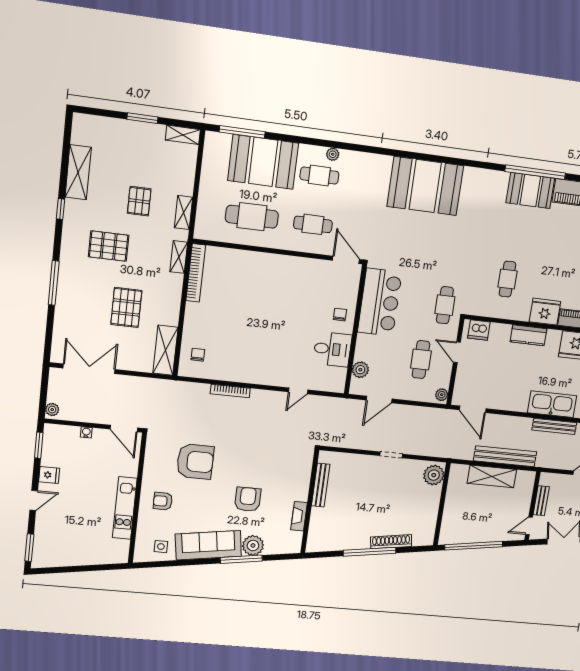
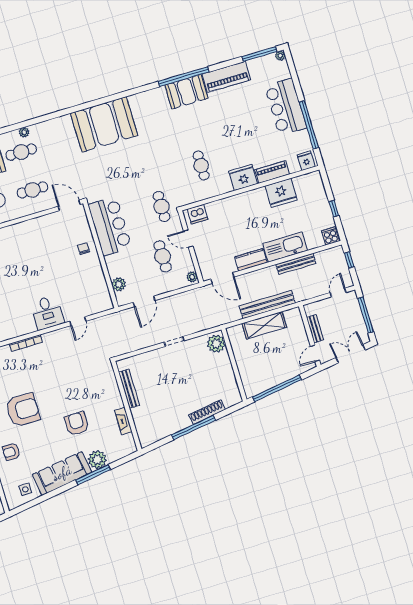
kitchen counter: (528, 335) -> (251, 260), moved, turned 180
desk: (332, 349) -> (47, 313), moved, turned 90

